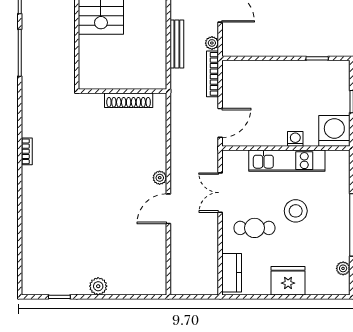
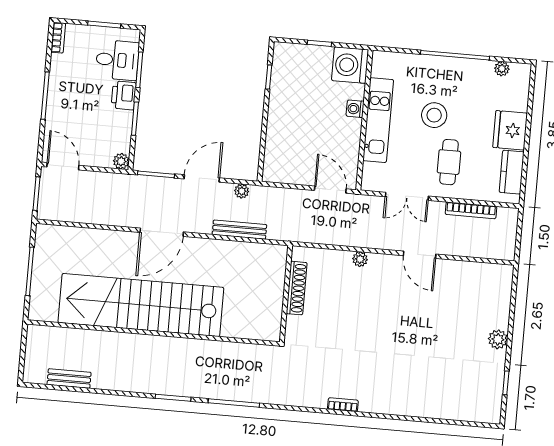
bookcase: (213, 74) -> (471, 210), moved
plant: (160, 178) -> (360, 259), moved
kitchen counter: (232, 273) -> (512, 172), moved, turned -90

